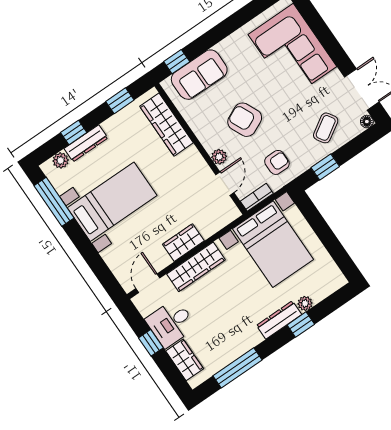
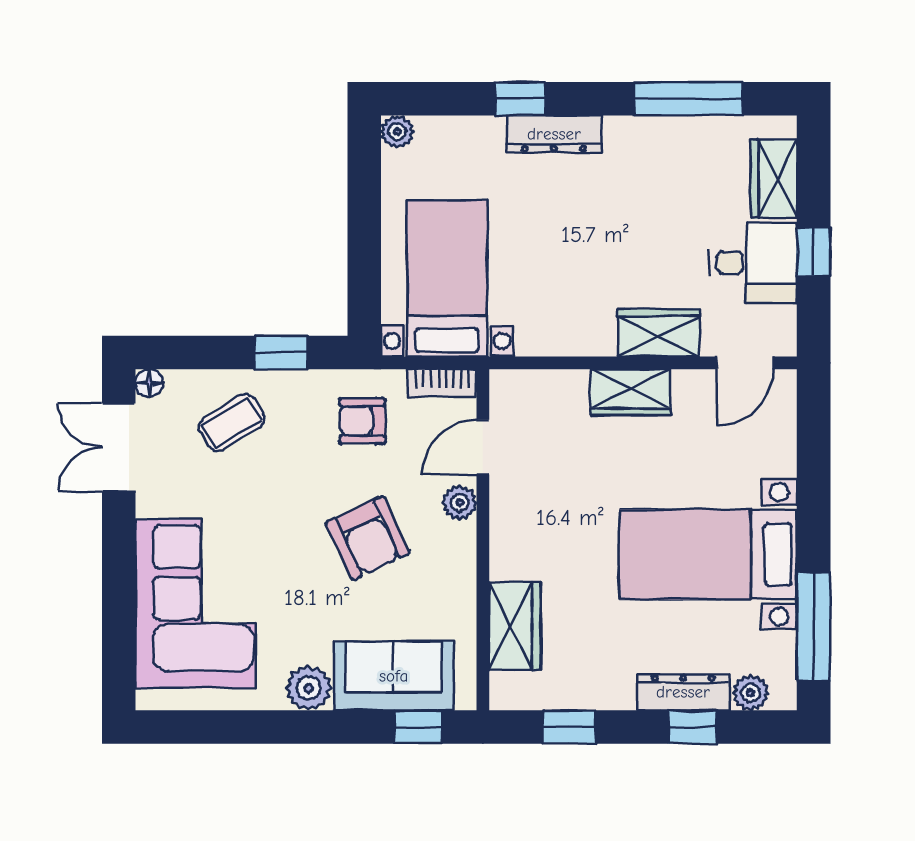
plant: (228, 48) -> (308, 688), added
wardrobe: (166, 125) -> (515, 626), width x0.67
bed with nightstands: (273, 244) -> (447, 278), width x0.73
wardrobe: (196, 267) -> (659, 333), width x0.67
plant: (305, 303) -> (397, 132), moved

